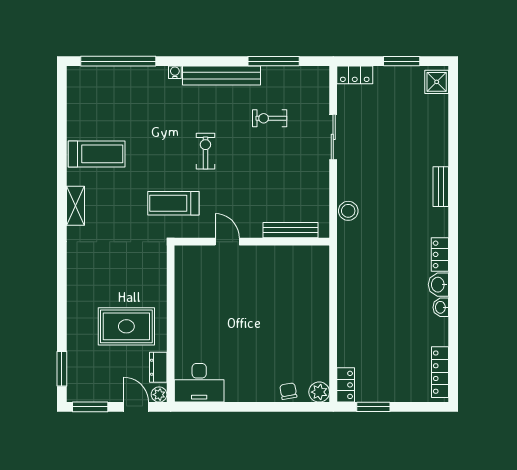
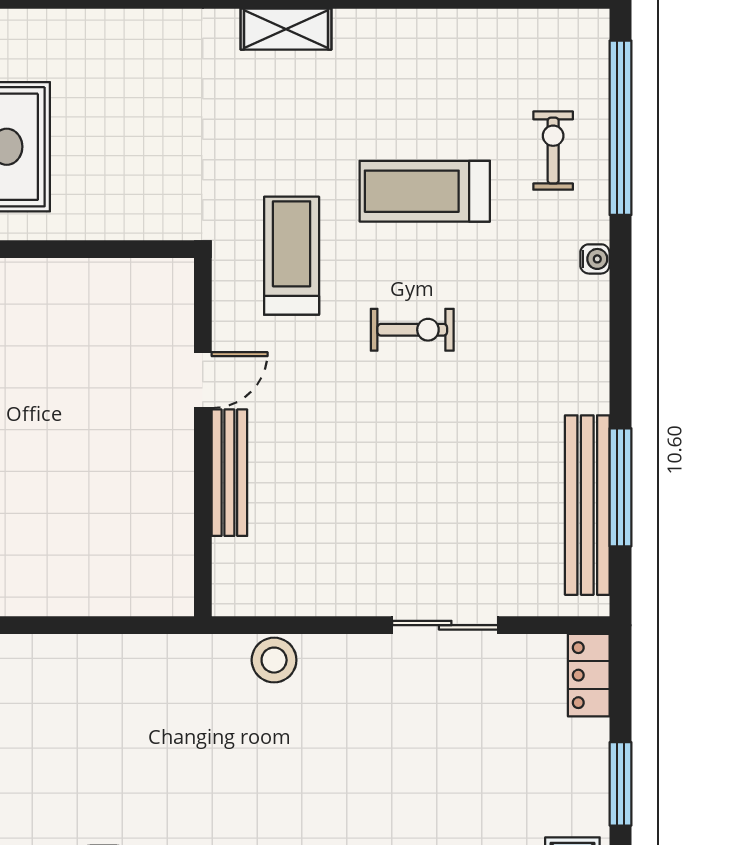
bench: (222, 75) -> (587, 505), moved
exercise bike: (270, 118) -> (553, 151), moved
treadmill: (97, 154) -> (425, 191), moved, turned 90
bench: (290, 230) -> (229, 473), moved

